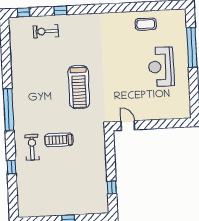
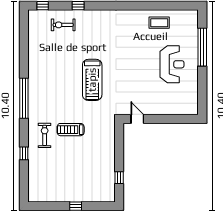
reception desk: (161, 67) -> (172, 64), turned 180

